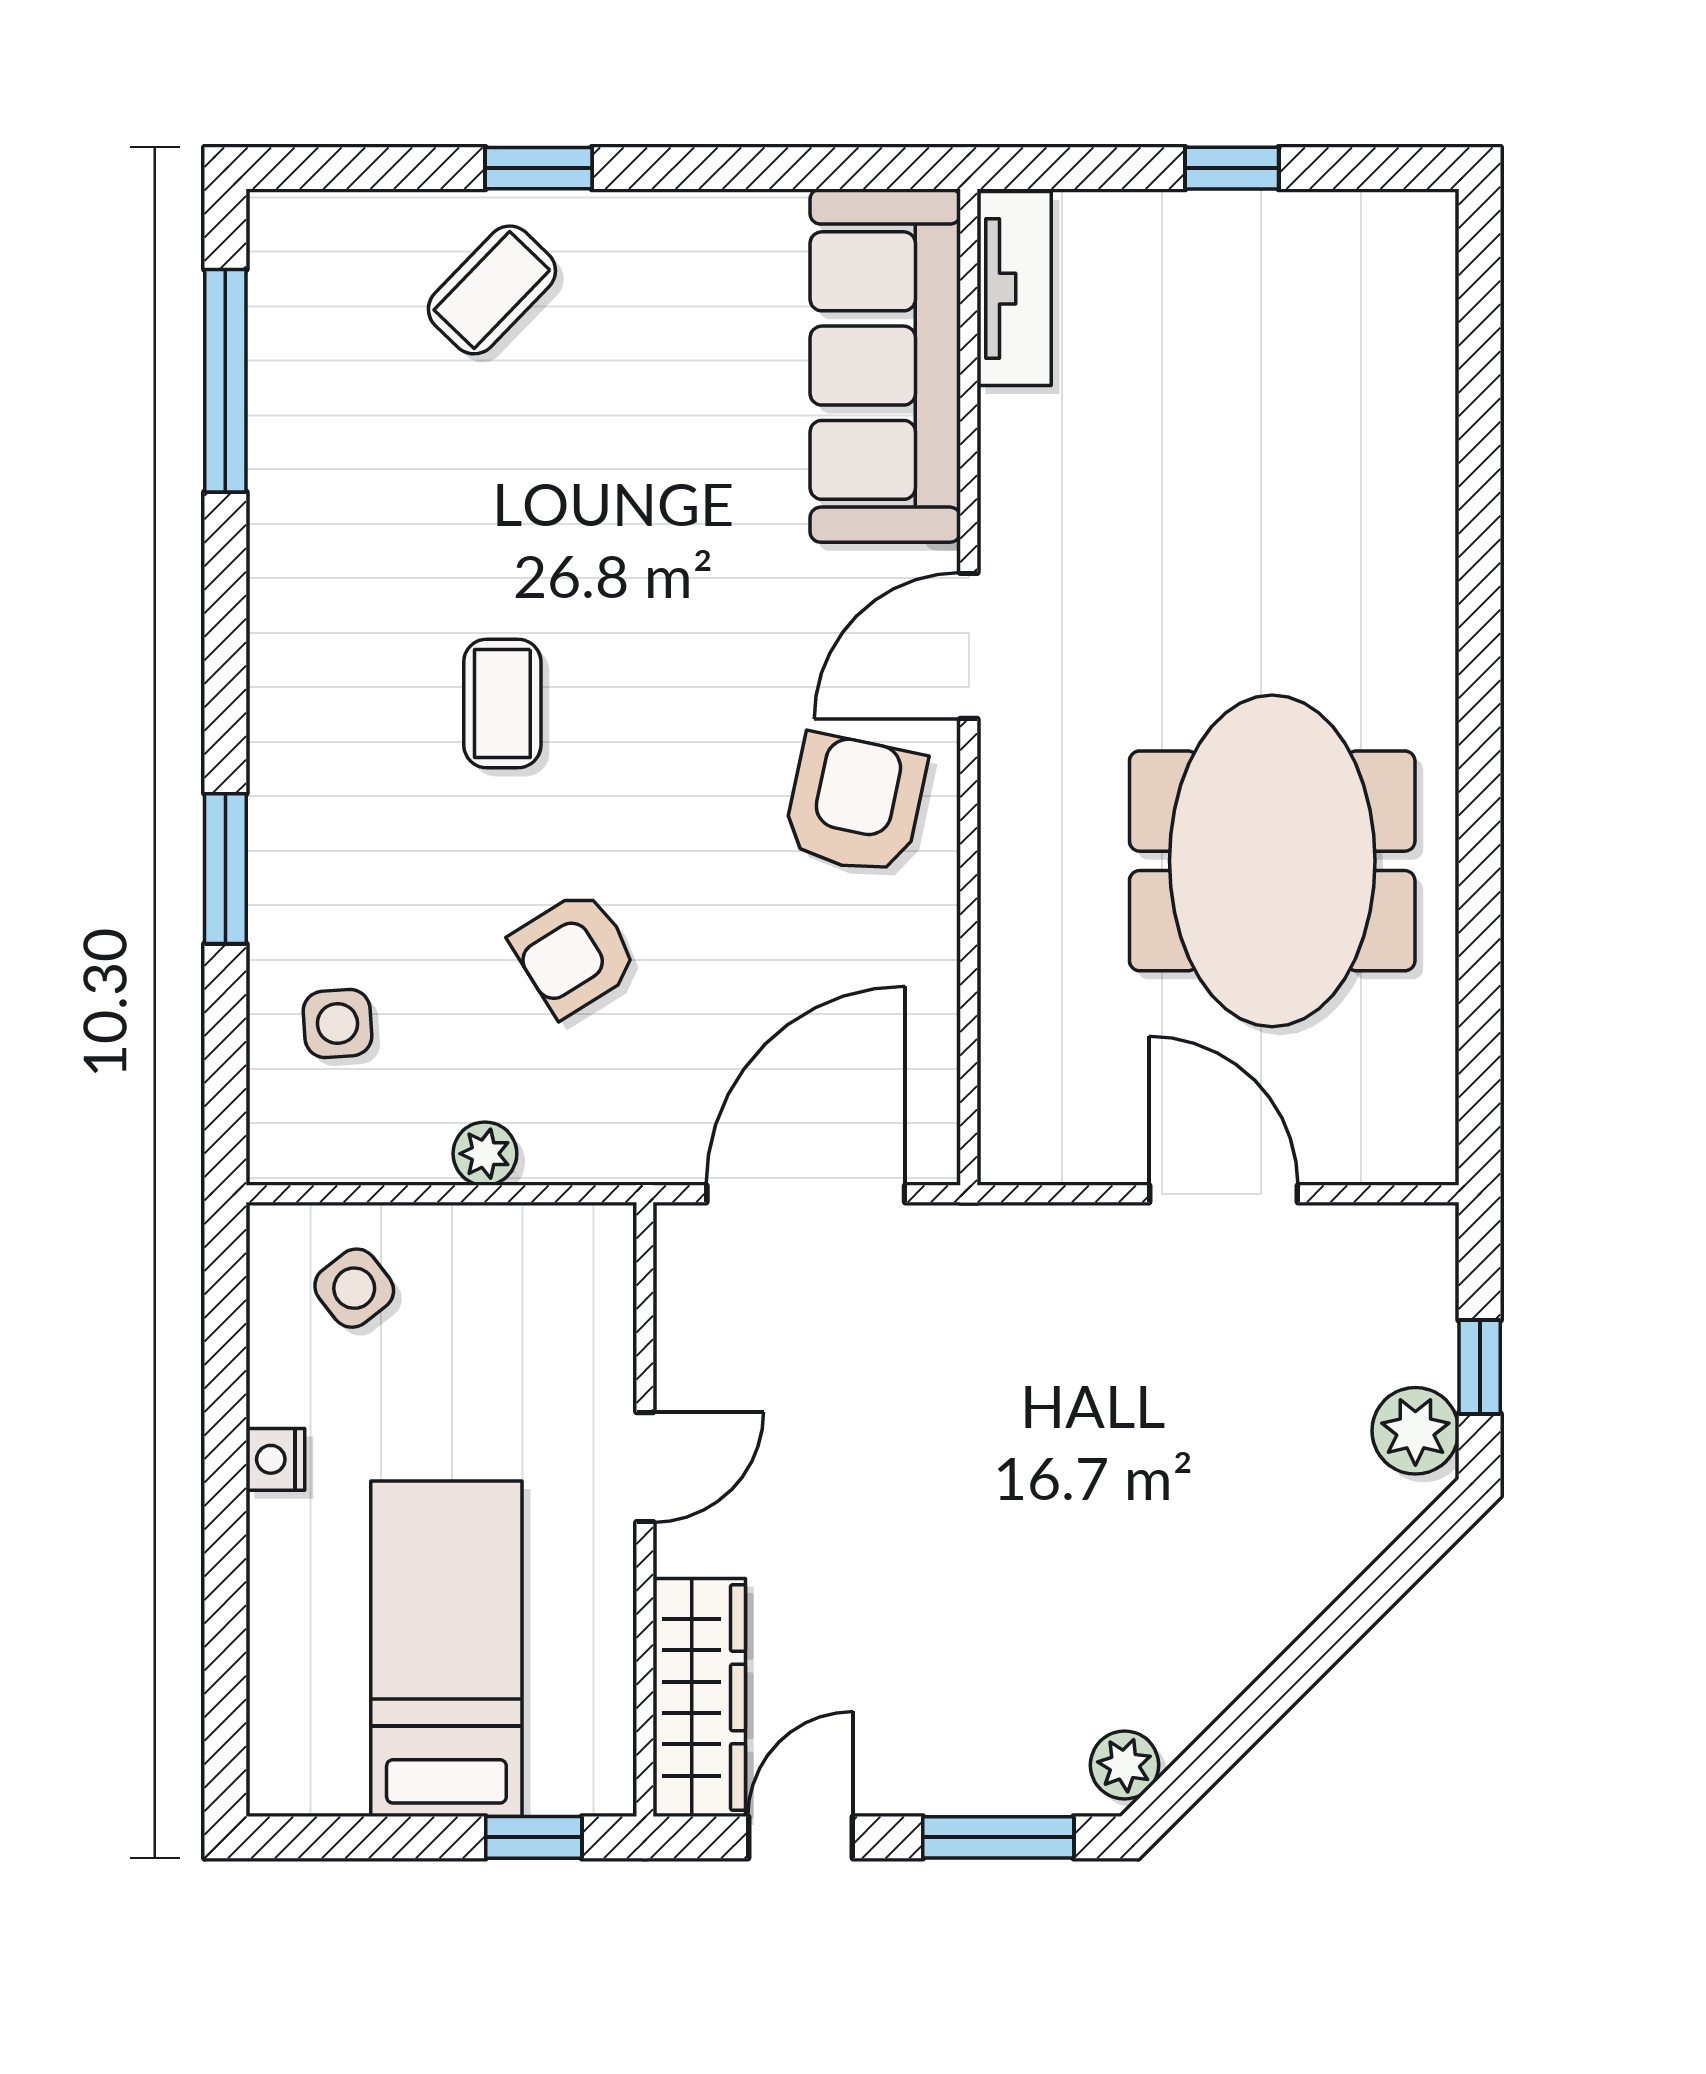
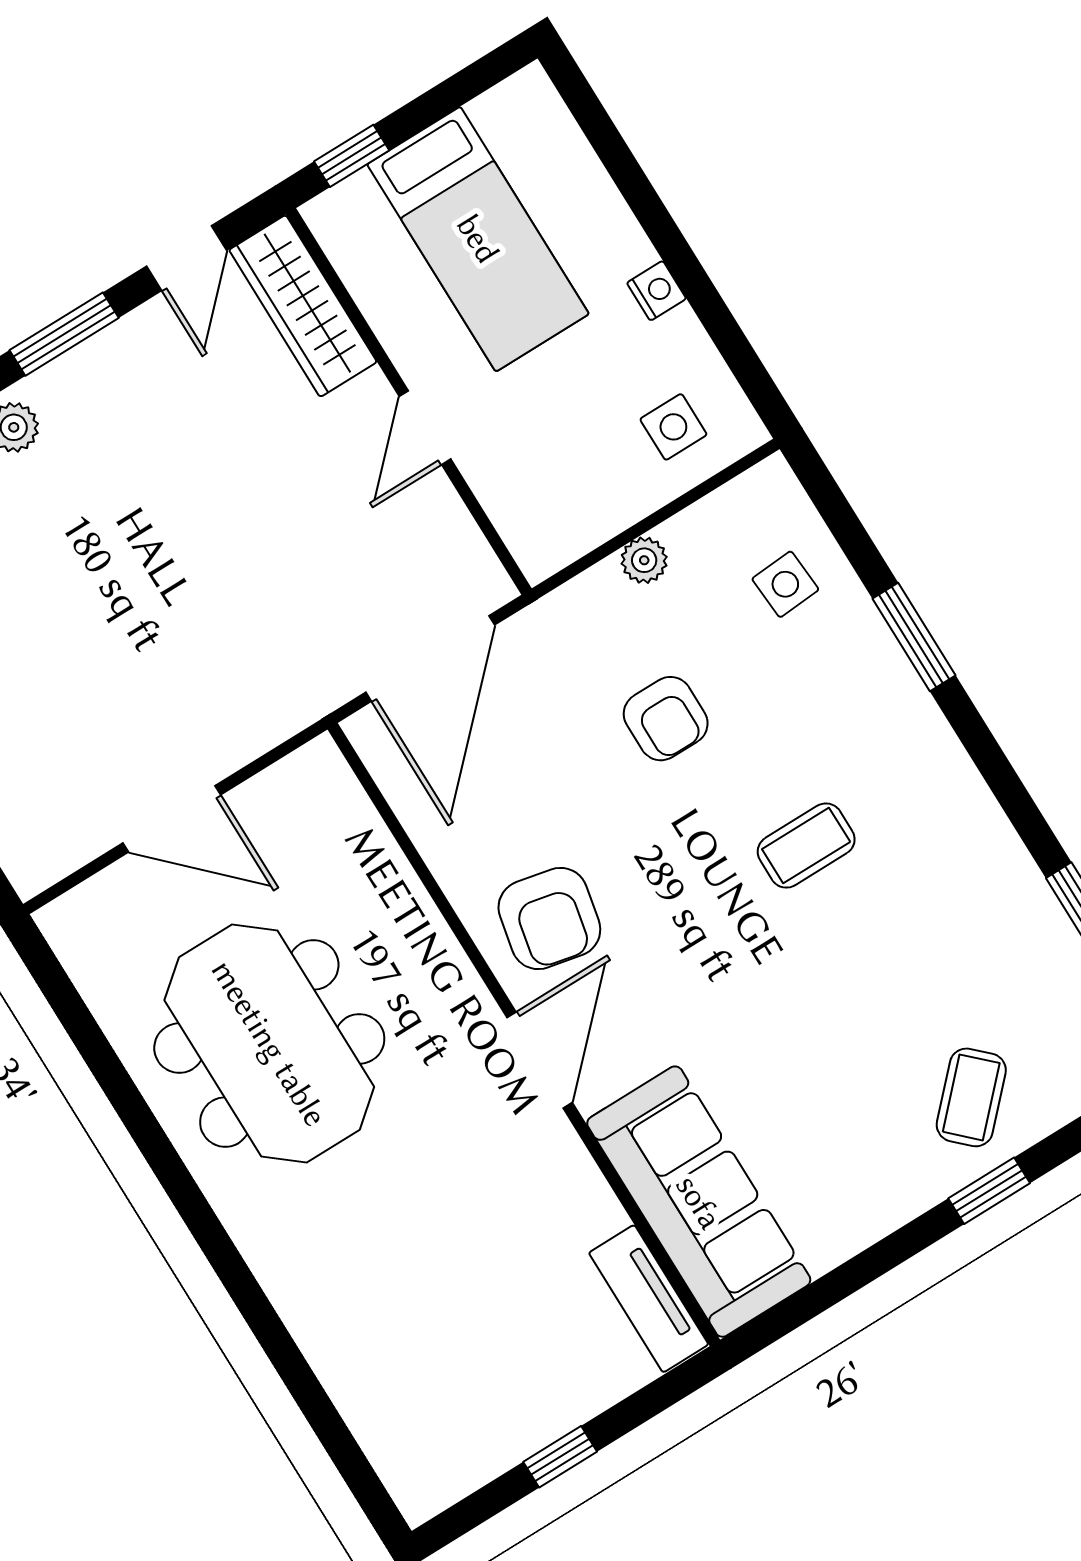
coffee table: (502, 703) -> (806, 846), turned 90
armchair: (574, 953) -> (666, 719), turned 122
side table: (354, 1288) -> (673, 427), turned 38

